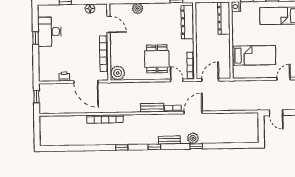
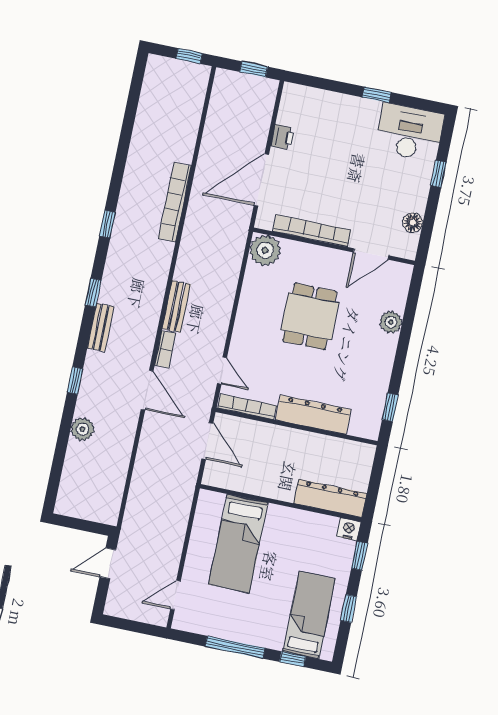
dresser: (187, 22) -> (313, 415), moved
desk: (49, 32) -> (409, 132), moved
dining table: (157, 59) -> (310, 316), moved, turned 90
door: (284, 79) -> (175, 595), swing flipped
door: (177, 80) -> (222, 371), hinge flipped
window: (37, 127) -> (189, 56), added
plant: (193, 138) -> (82, 429), moved

